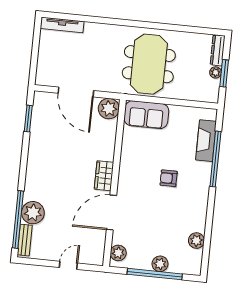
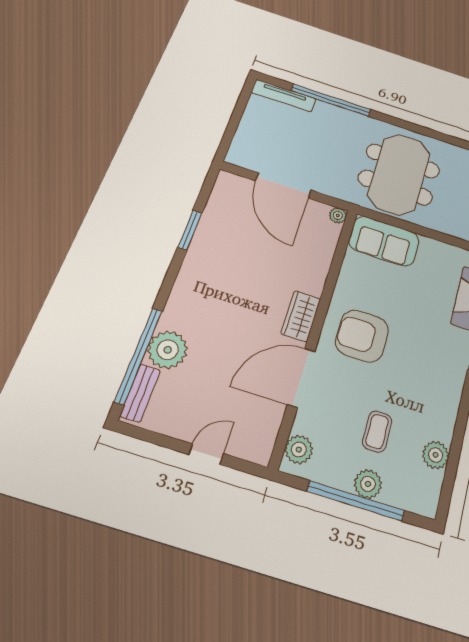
window: (94, 19) -> (331, 100), added
plant: (109, 109) -> (338, 215), width x0.53, depth x0.53
window: (28, 119) -> (190, 230), moved
armchair: (169, 178) -> (362, 336), moved, width x1.88, depth x1.88
coffee table: (161, 234) -> (377, 431), added

